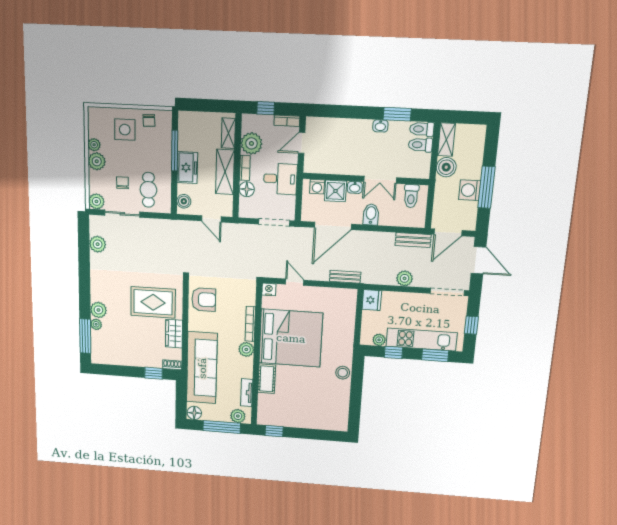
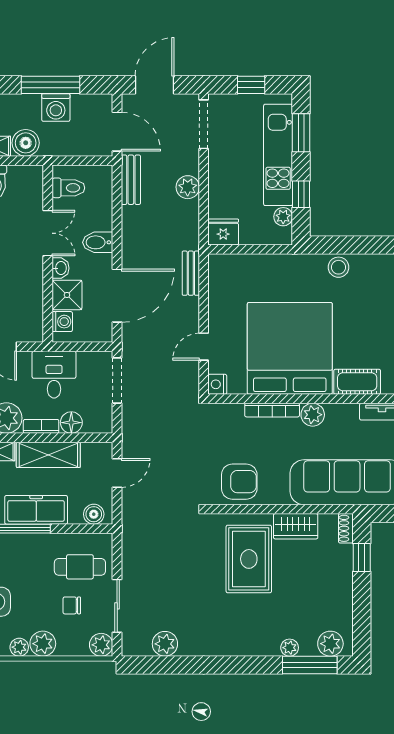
freezer: (187, 168) -> (36, 510), width x1.40
door: (333, 226) -> (117, 296), hinge flipped
armchair: (204, 300) -> (239, 482), turned 90
plant: (98, 310) -> (330, 644), moved

